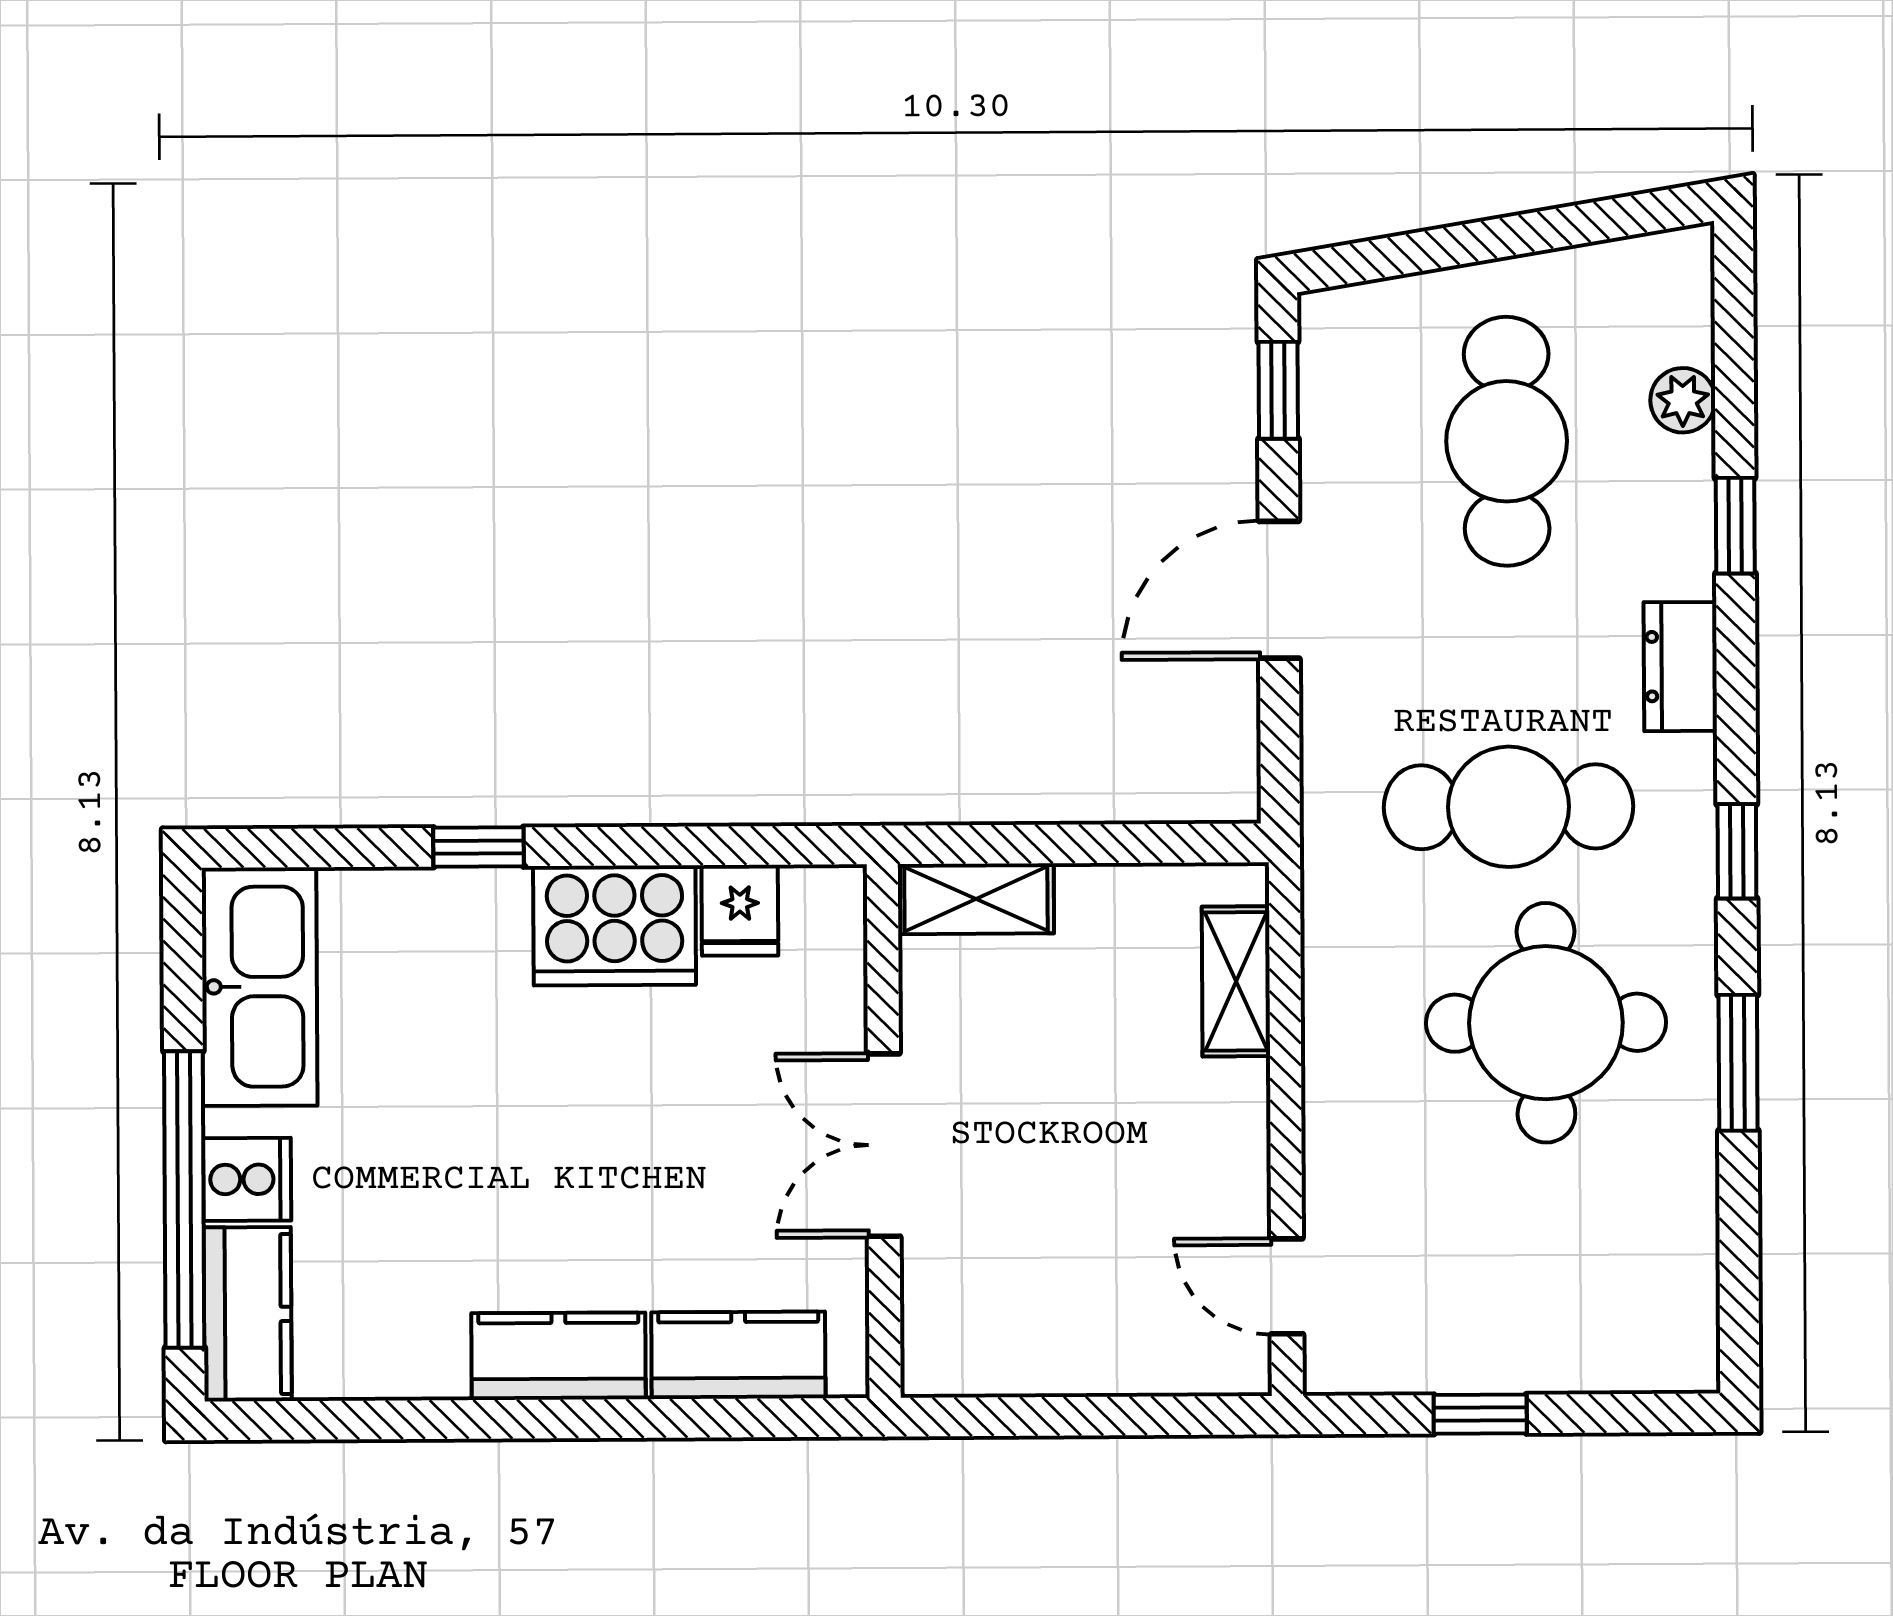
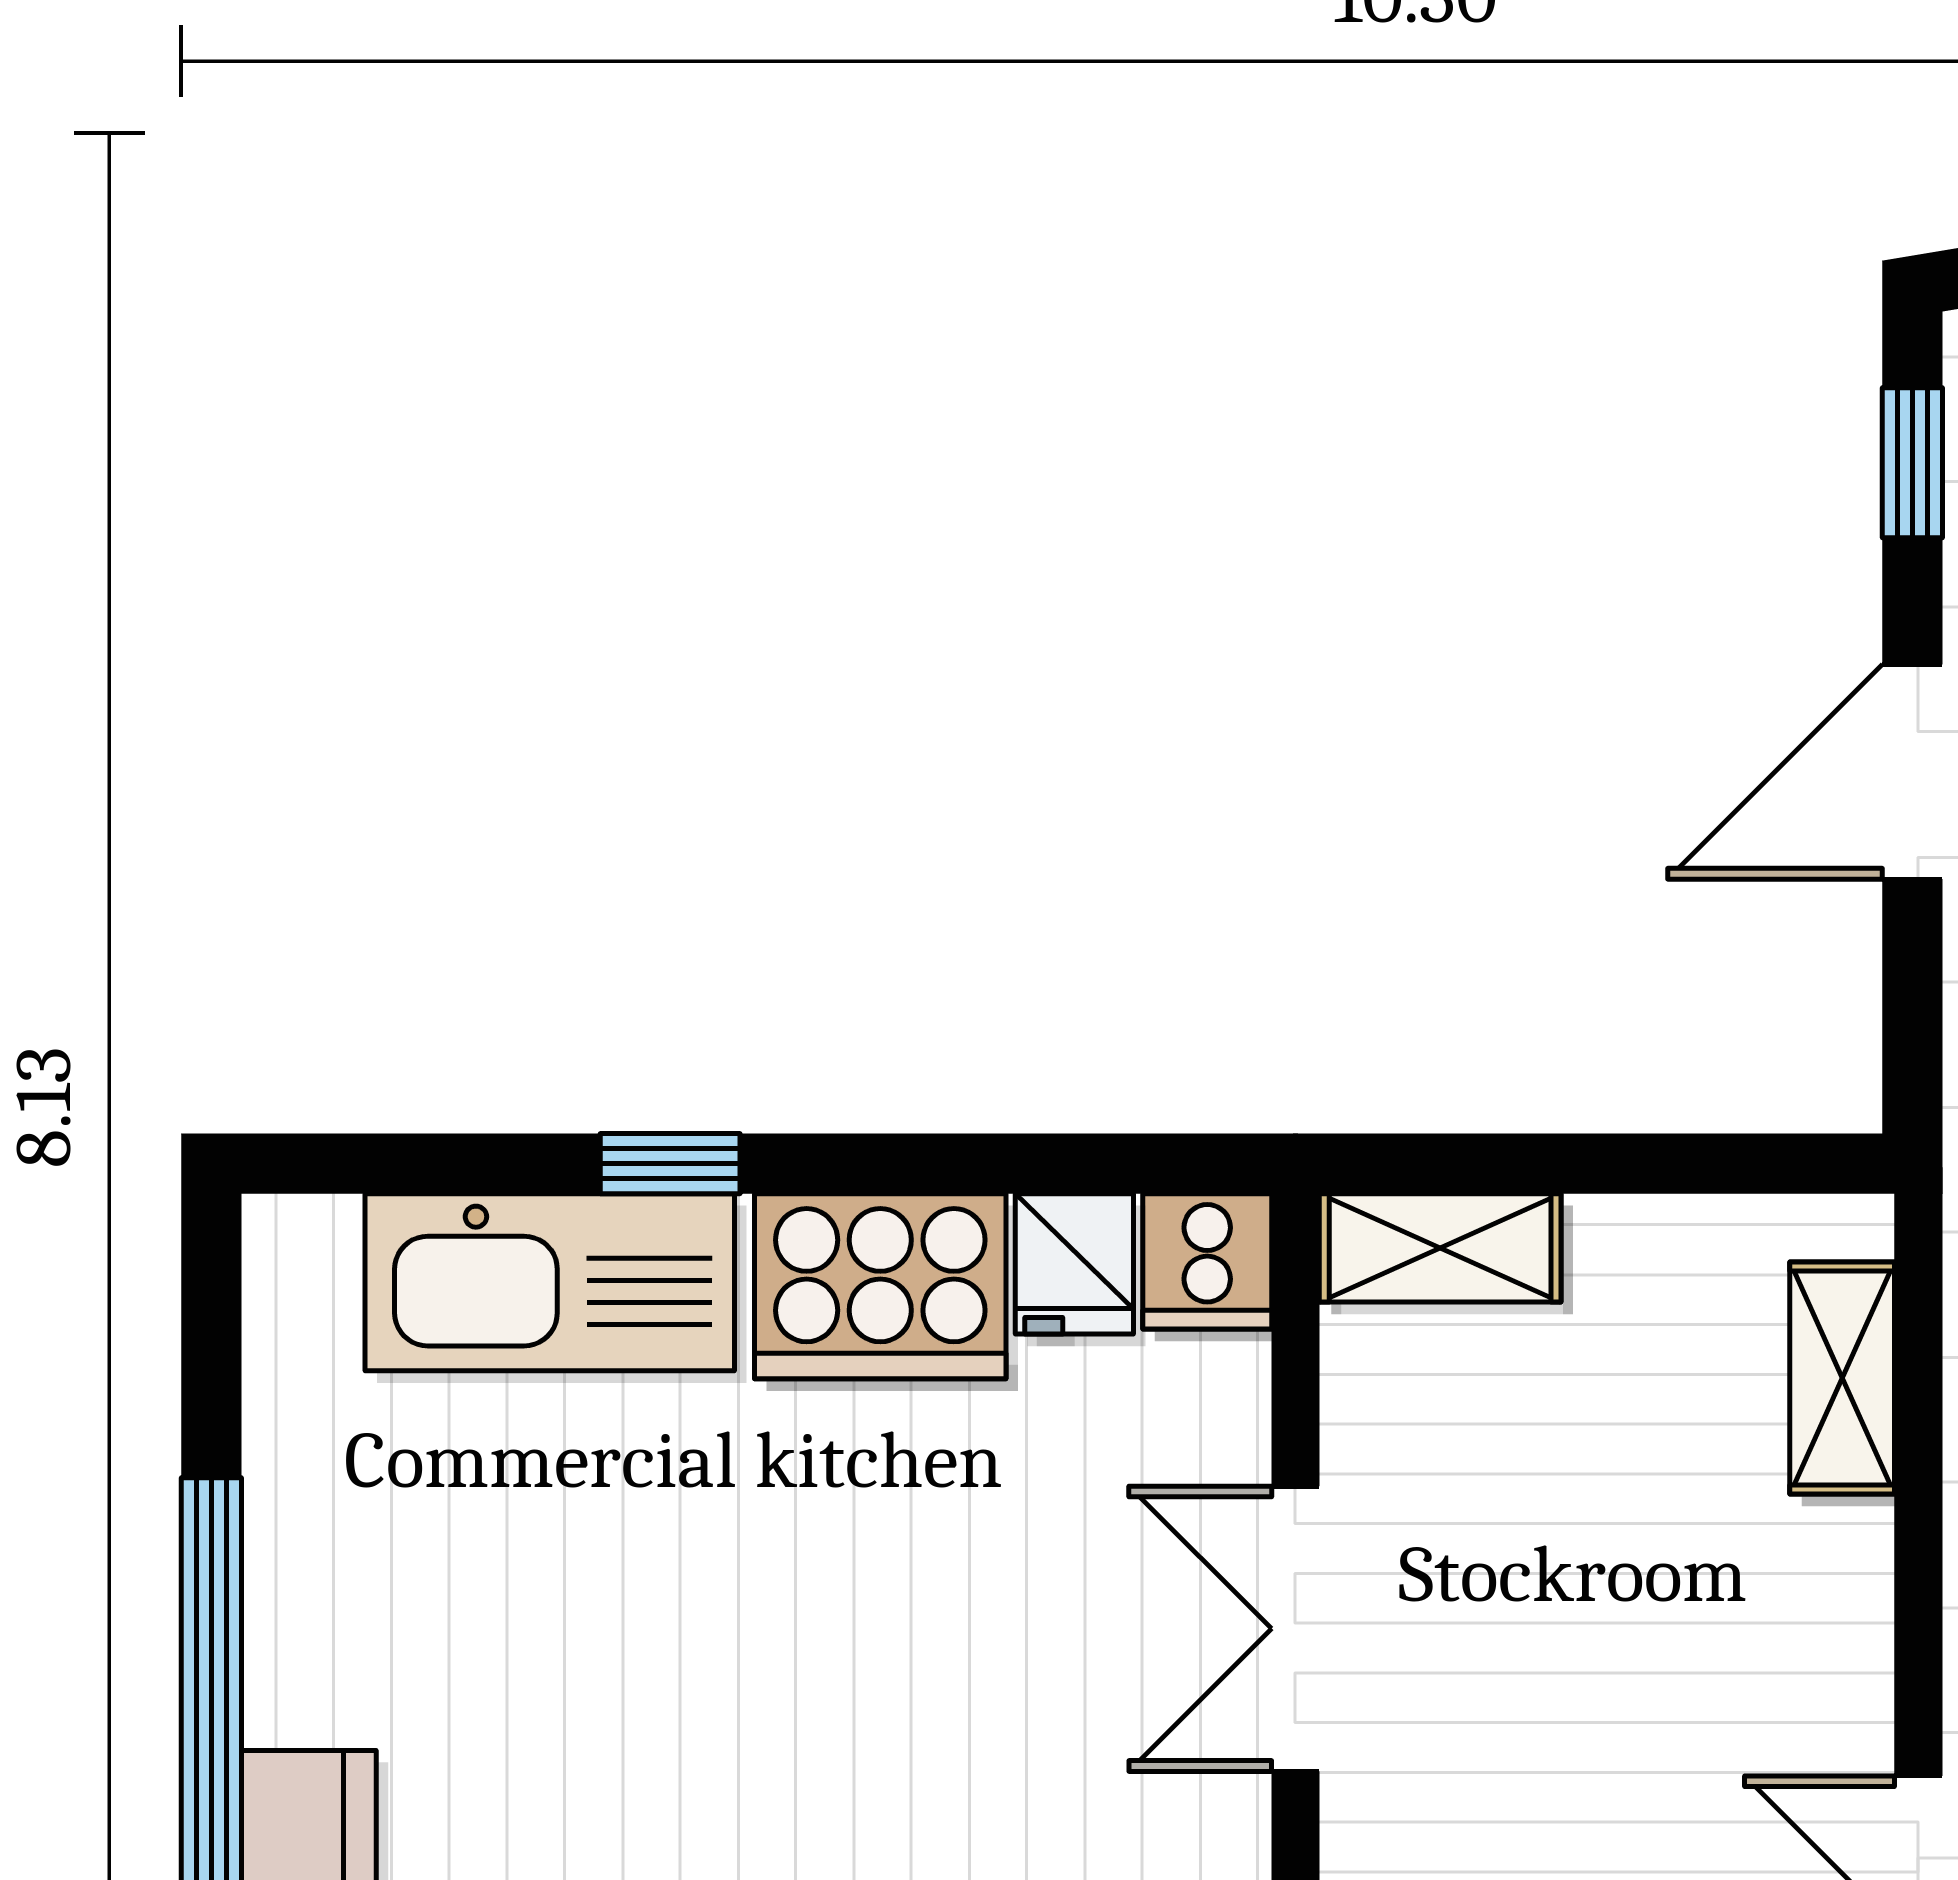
kitchen sink: (260, 987) -> (550, 1282), moved, turned 90
cooker: (247, 1179) -> (1207, 1261), moved, turned 90

